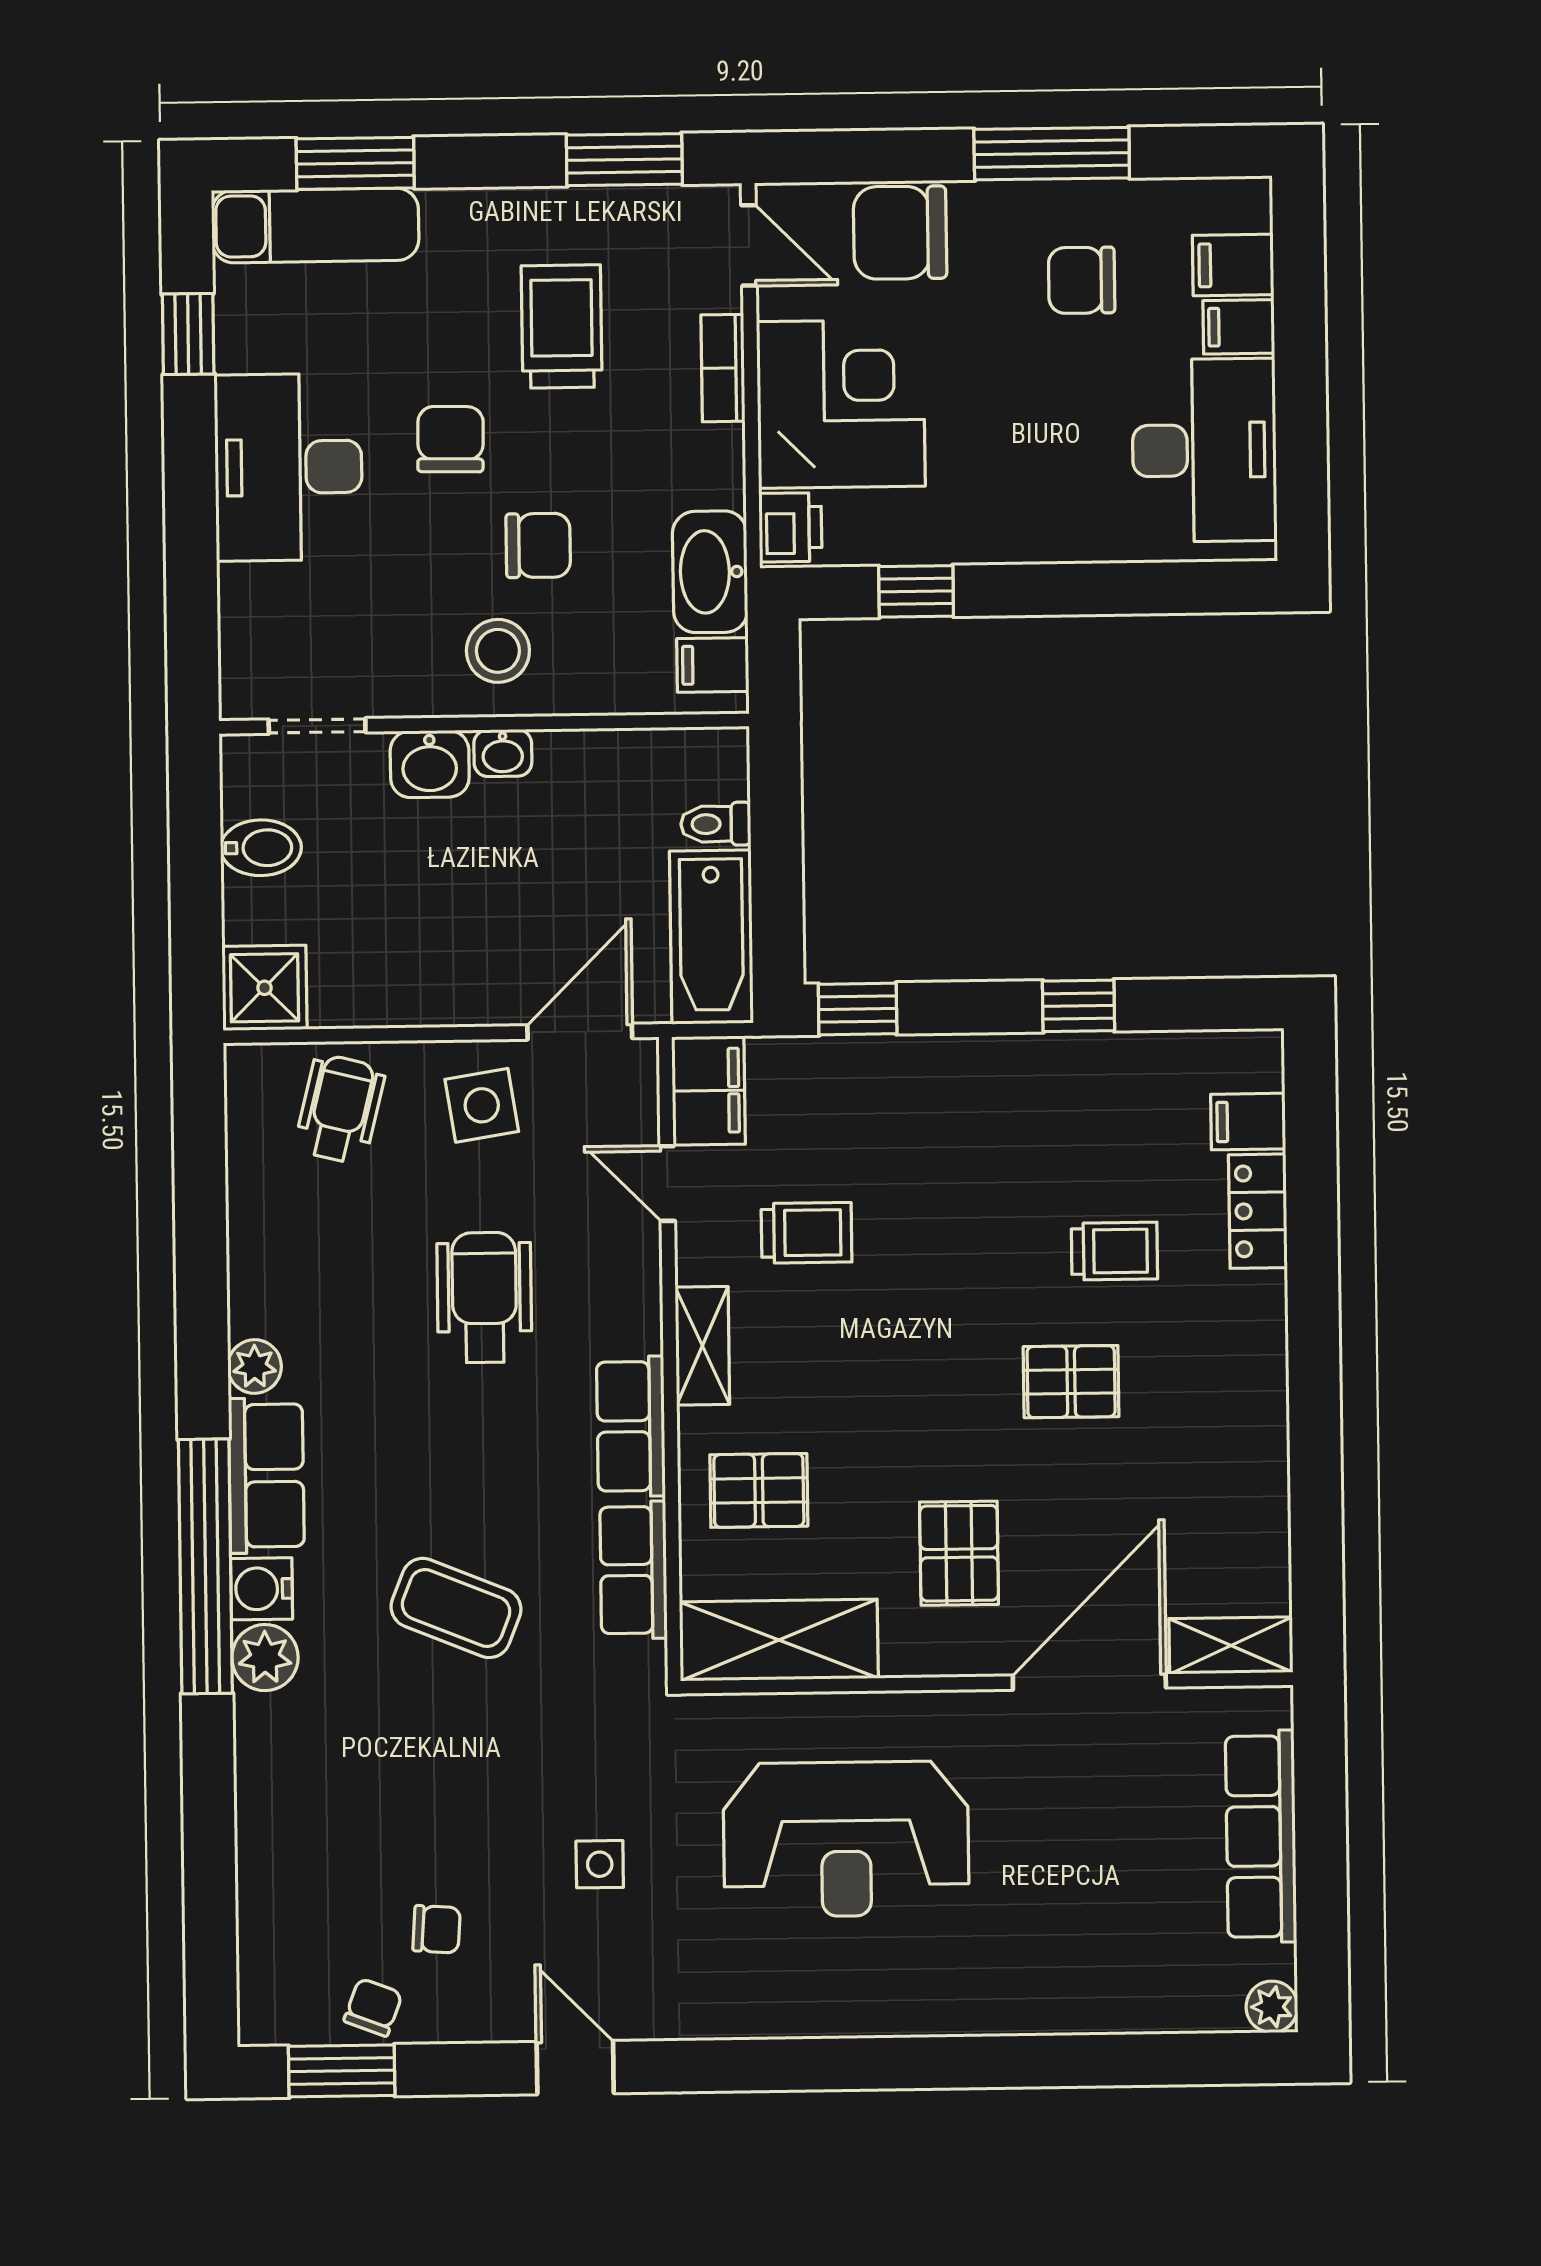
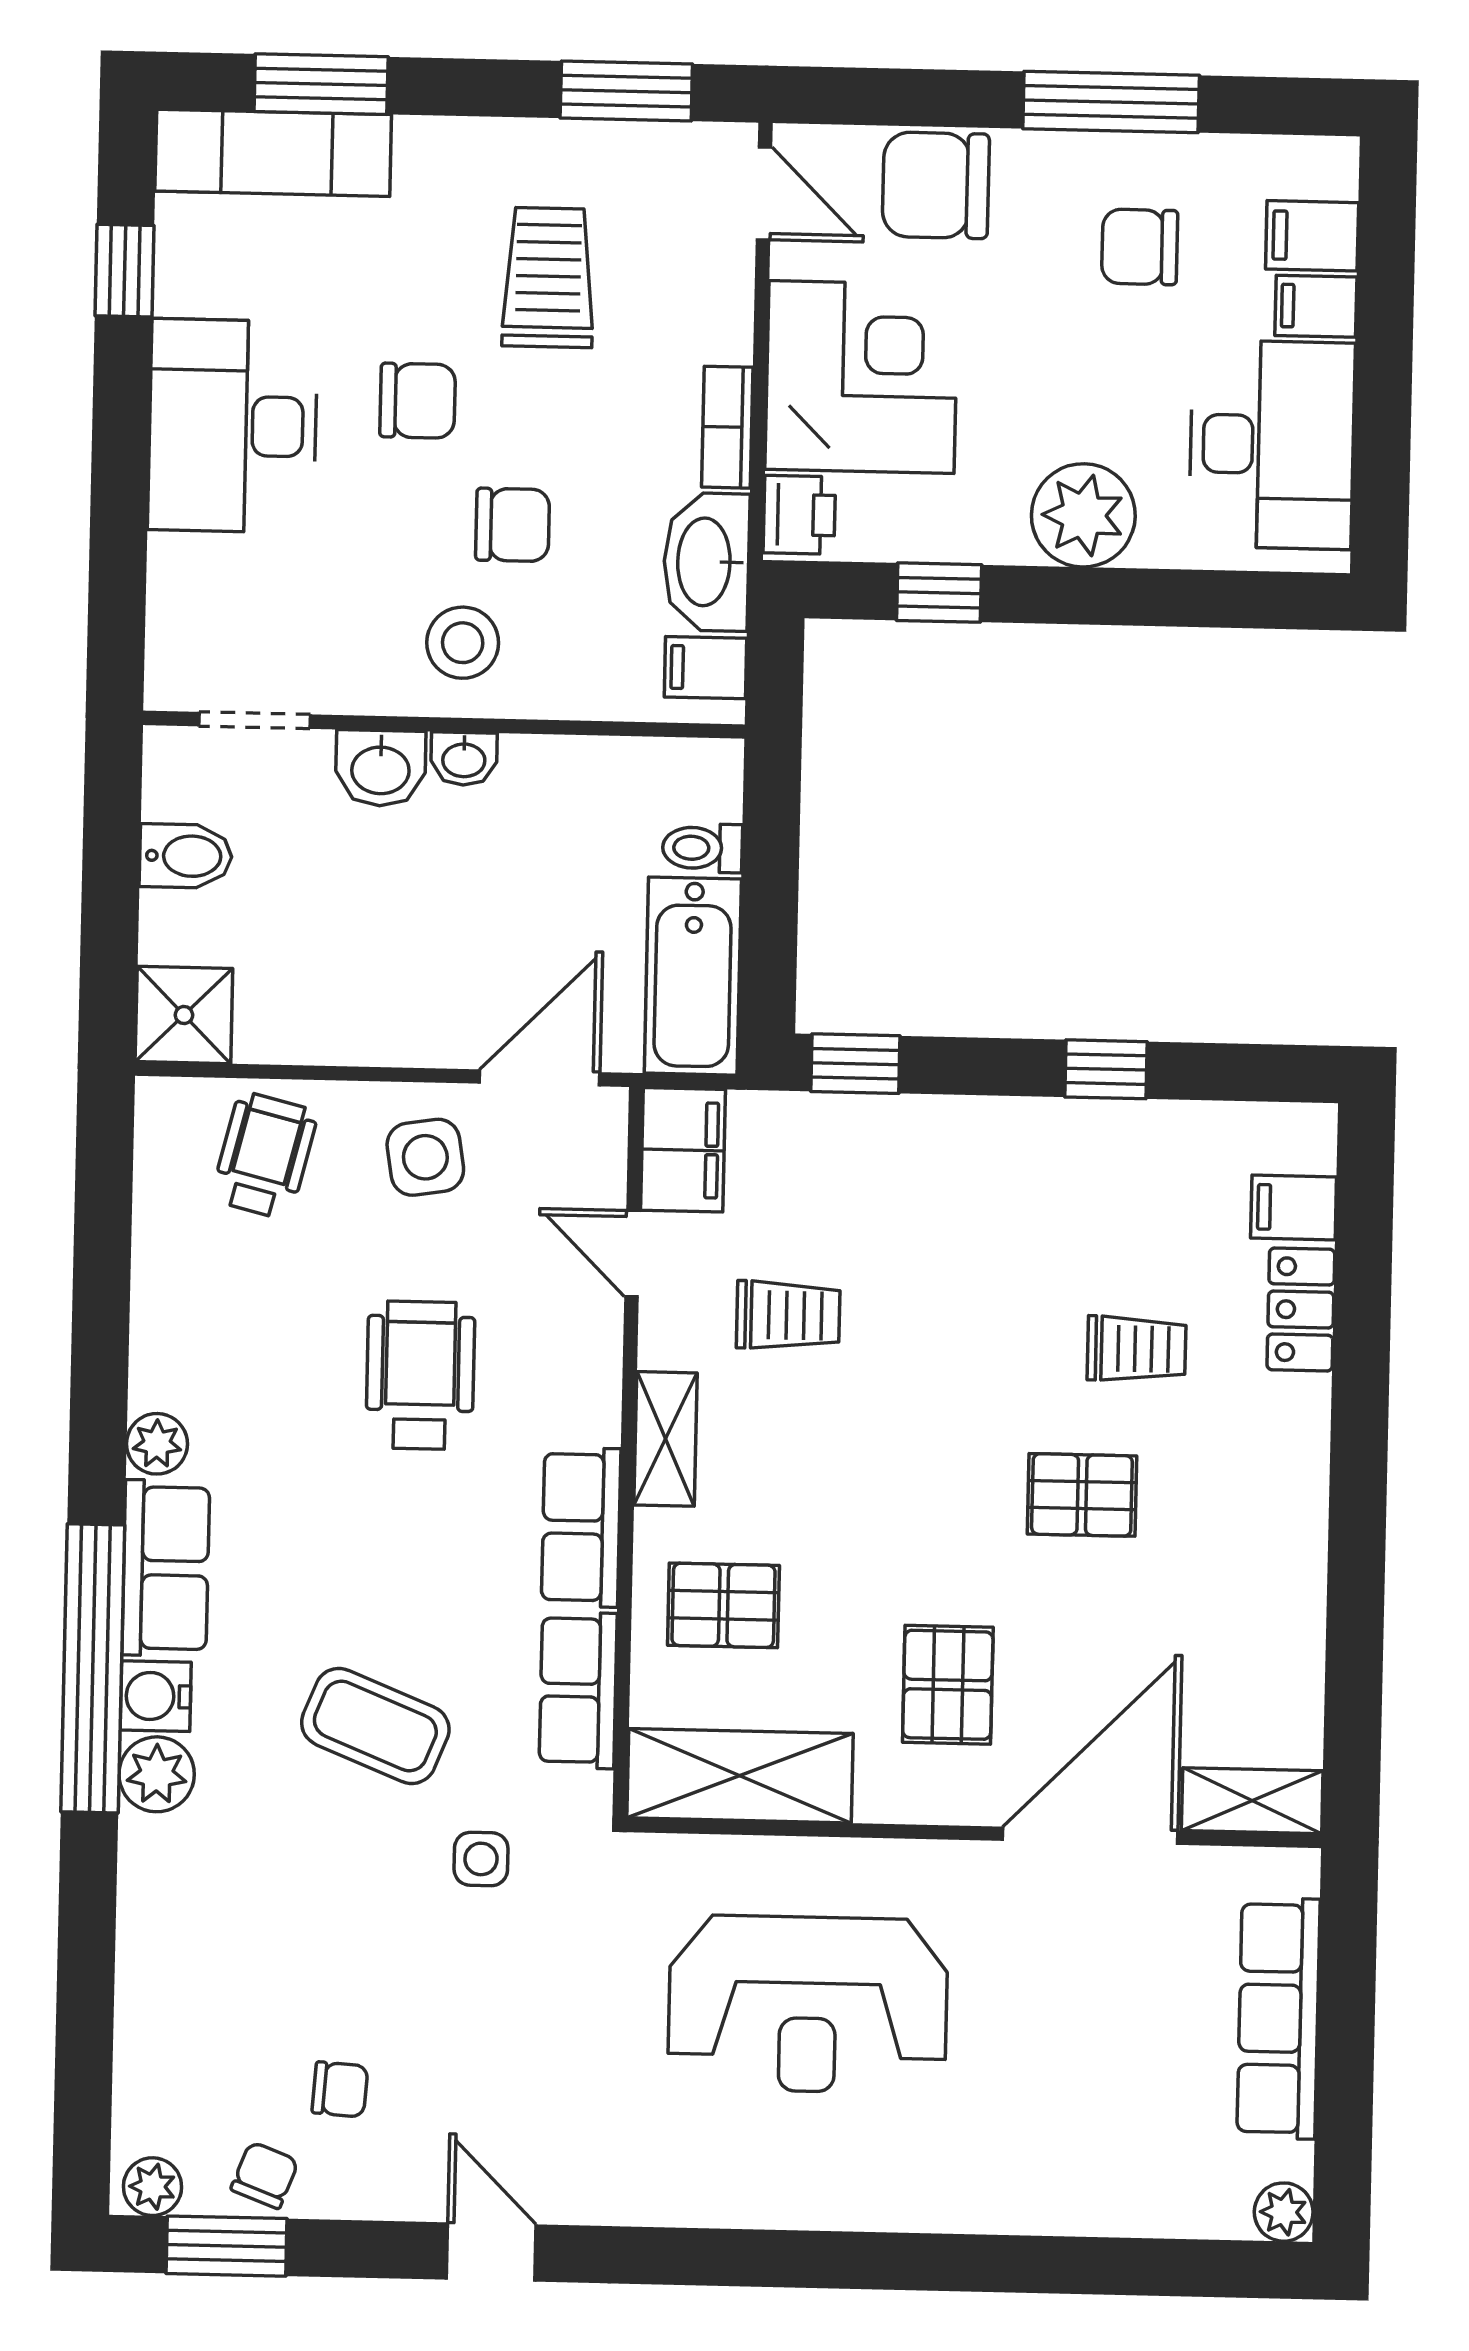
bookcase: (723, 368) -> (727, 427), moved
chair: (451, 439) -> (418, 401), turned 89
plant: (1041, 519) -> (1083, 515), added
side table: (600, 1864) -> (481, 1859), moved
plant: (275, 2021) -> (152, 2187), added

